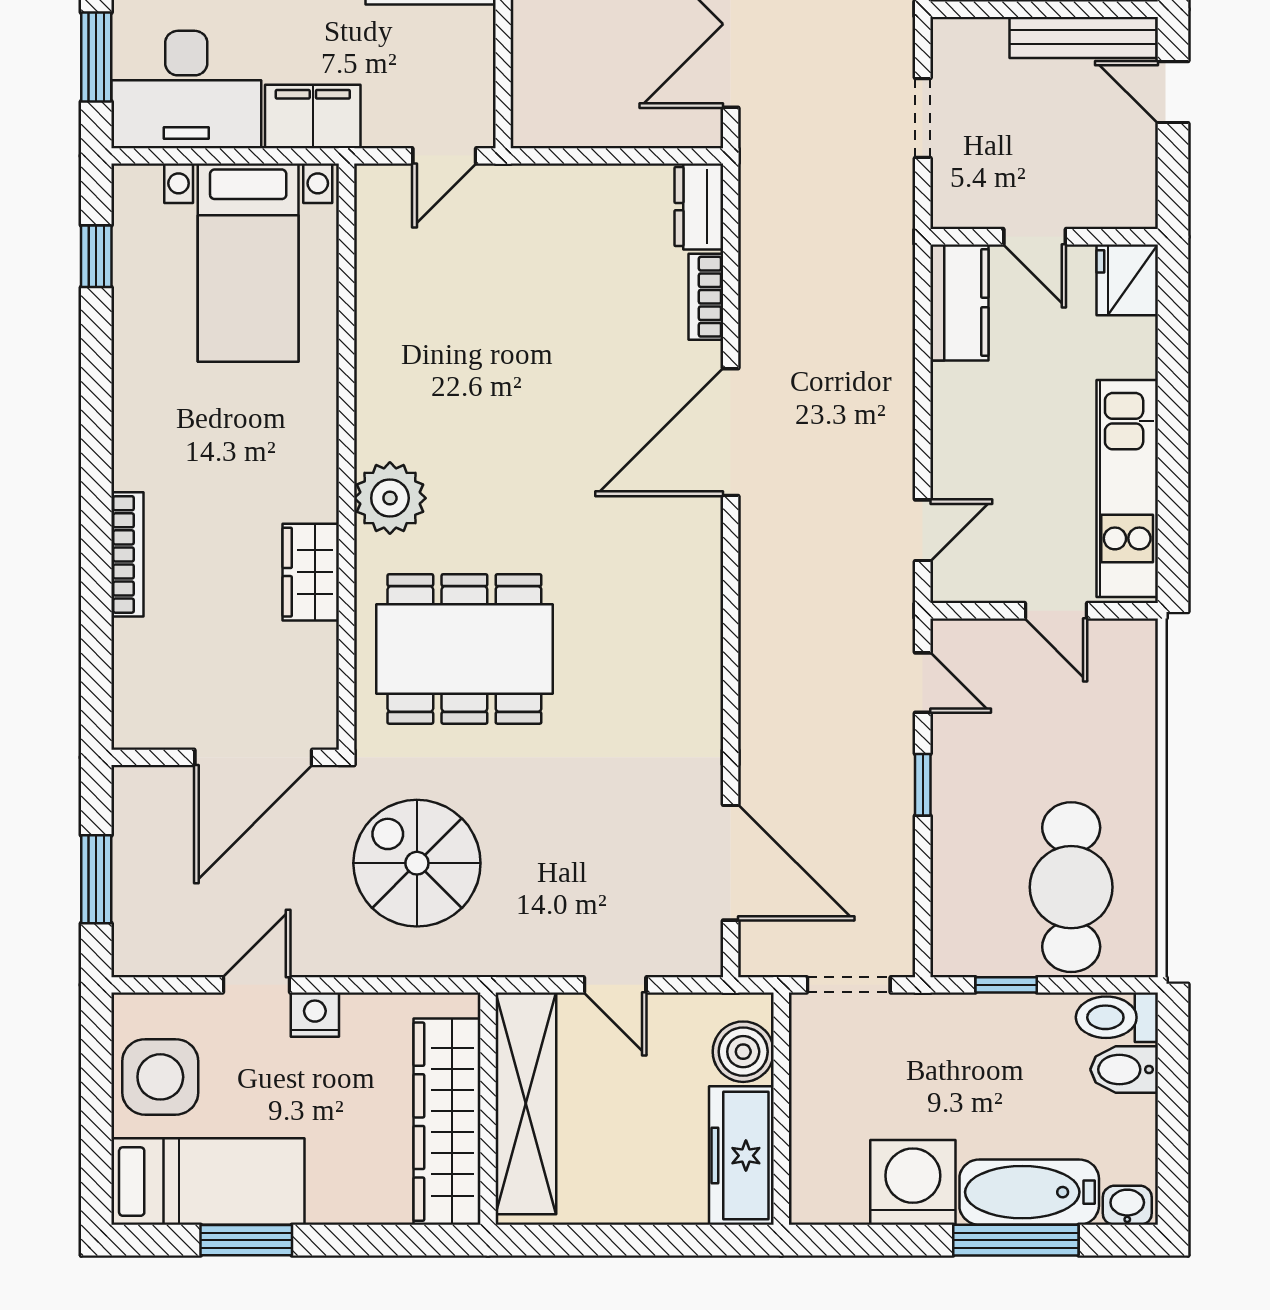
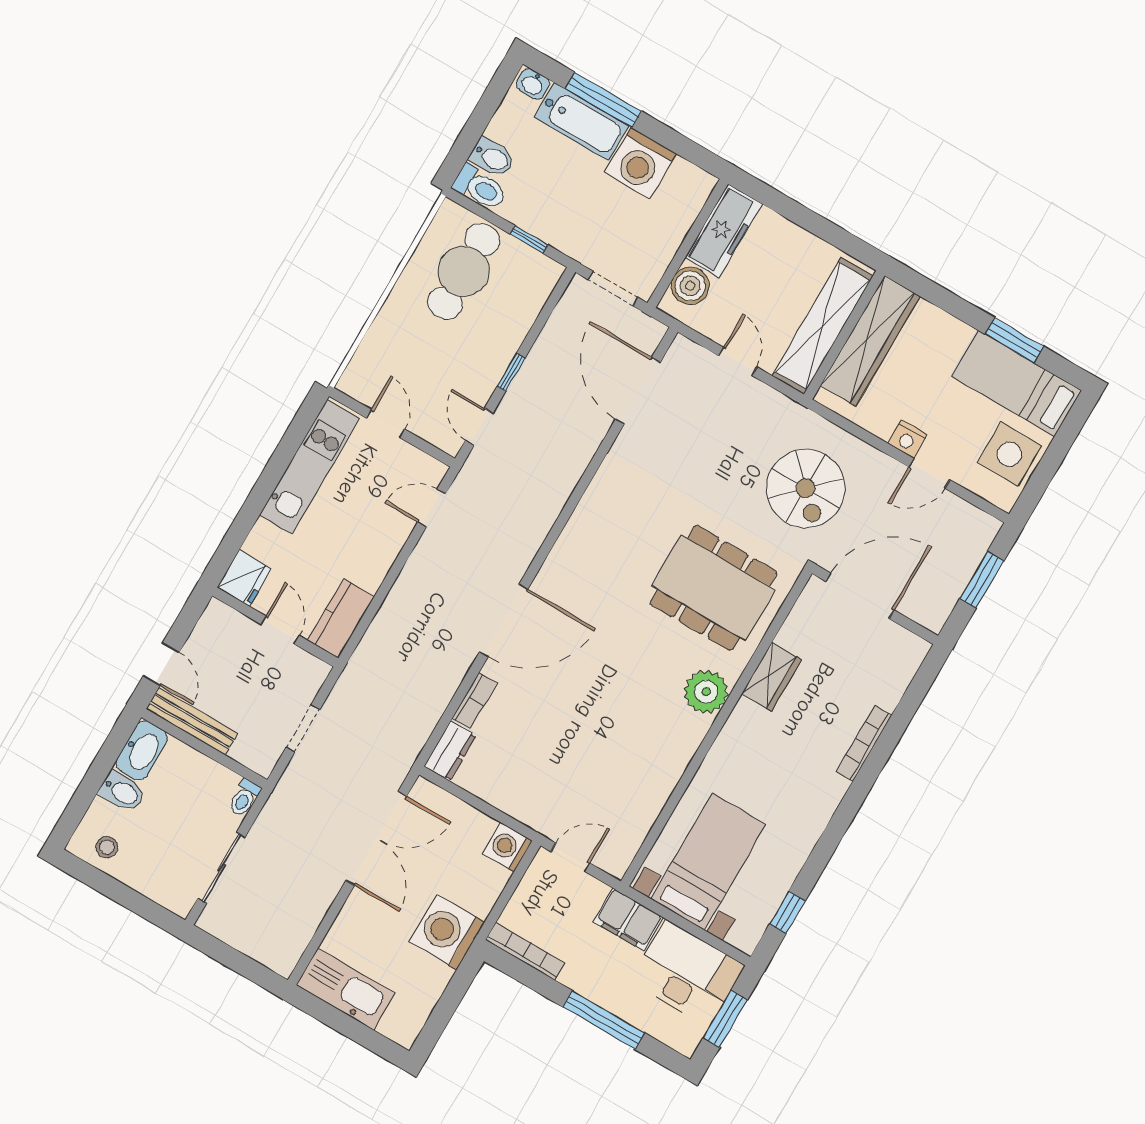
washing machine: (540, 119) -> (508, 847), added

